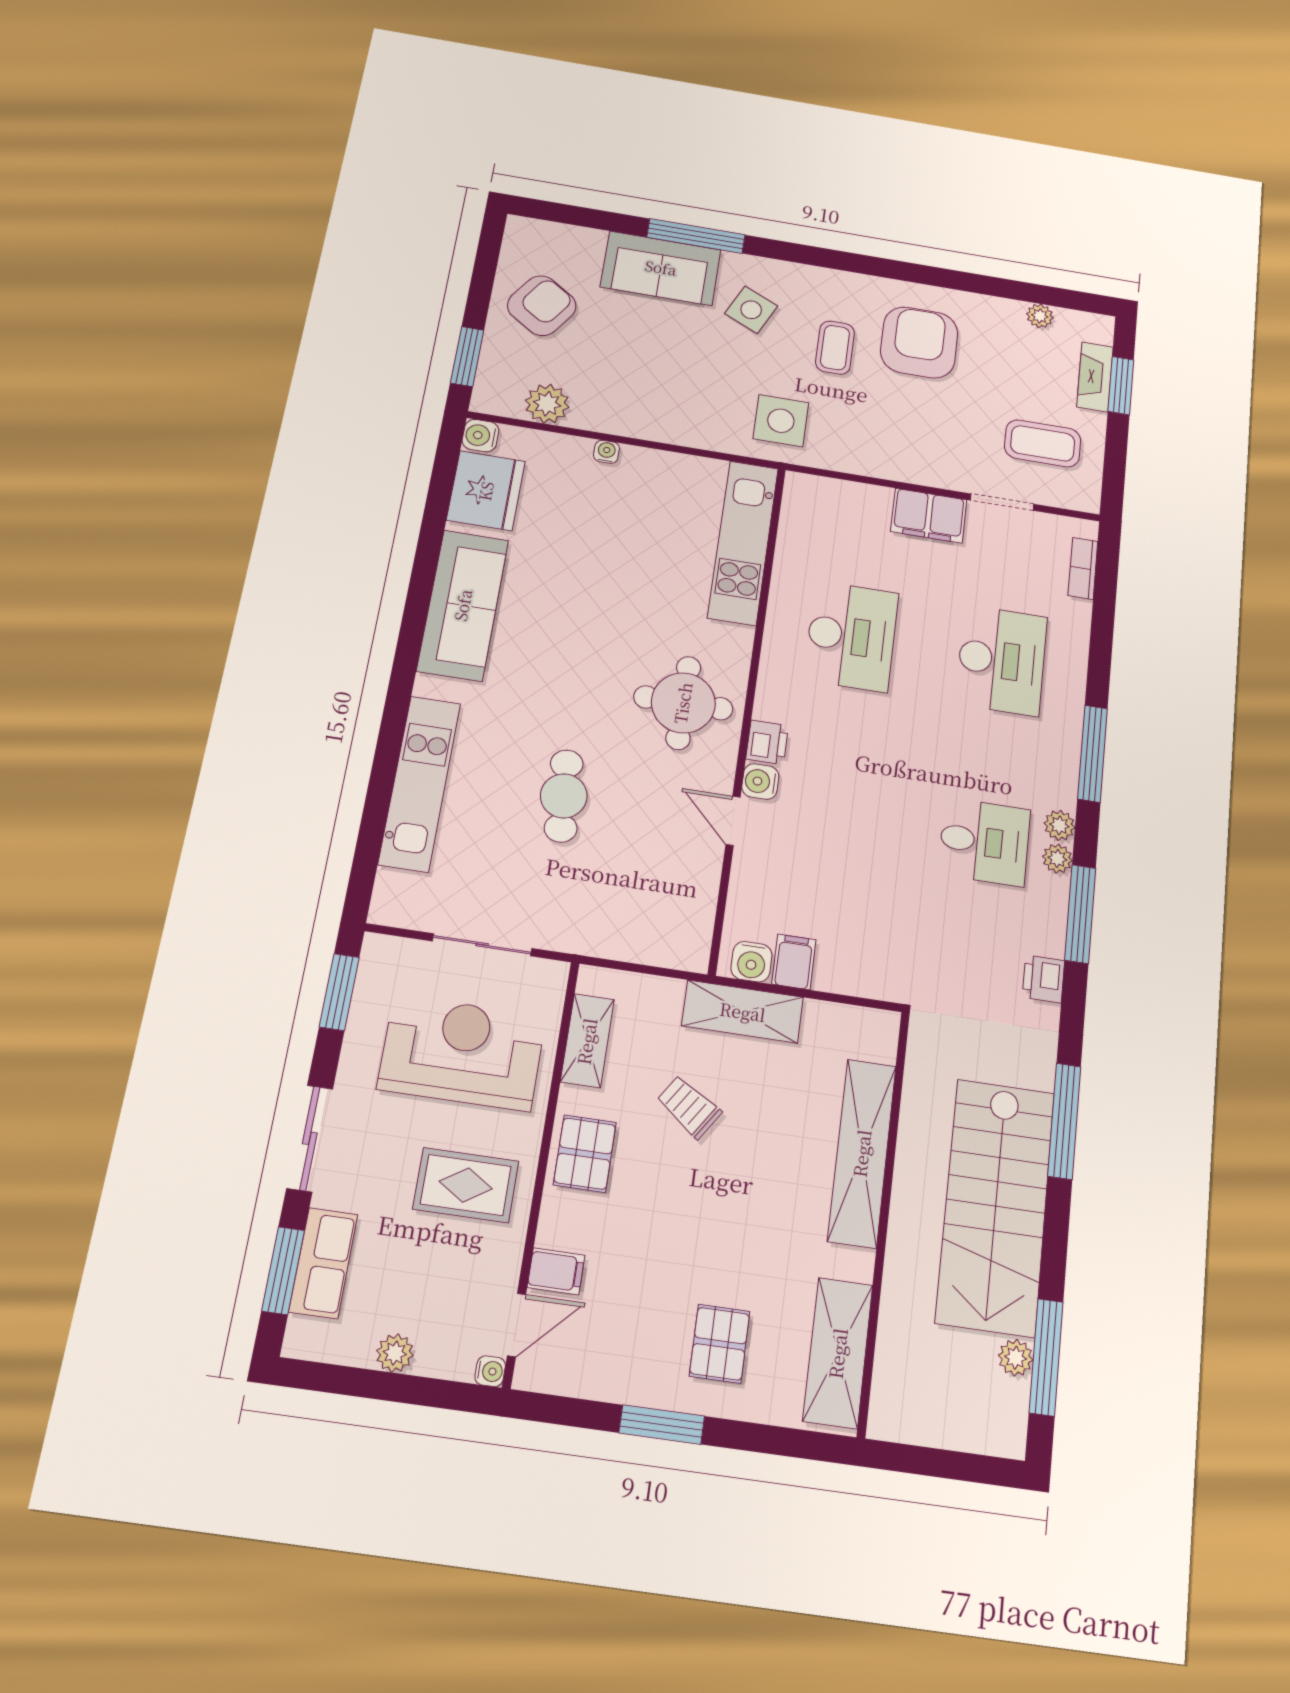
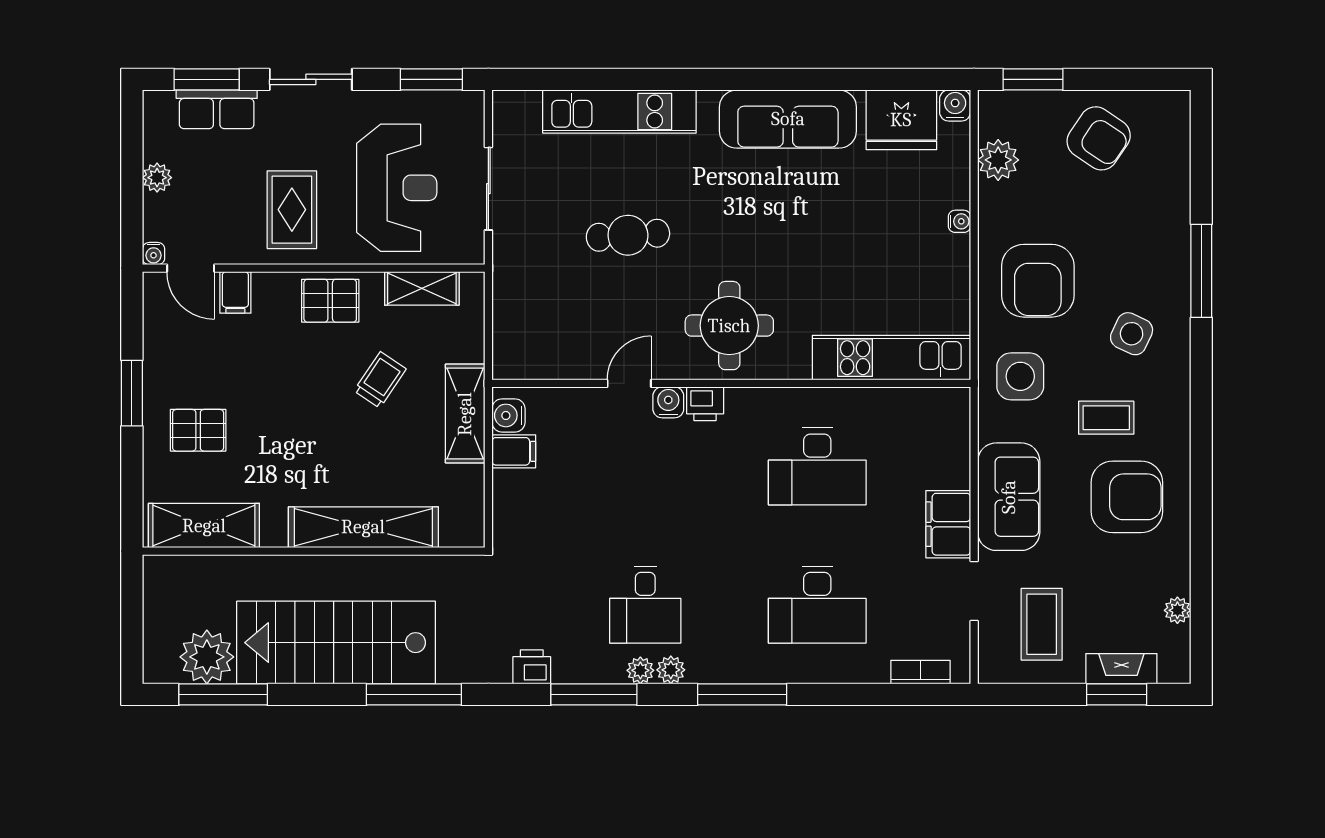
sofa: (661, 268) -> (1009, 497), moved, turned 180
armchair: (682, 387) -> (1038, 281), added
plant: (1016, 1358) -> (207, 657), width x1.88, depth x1.88

